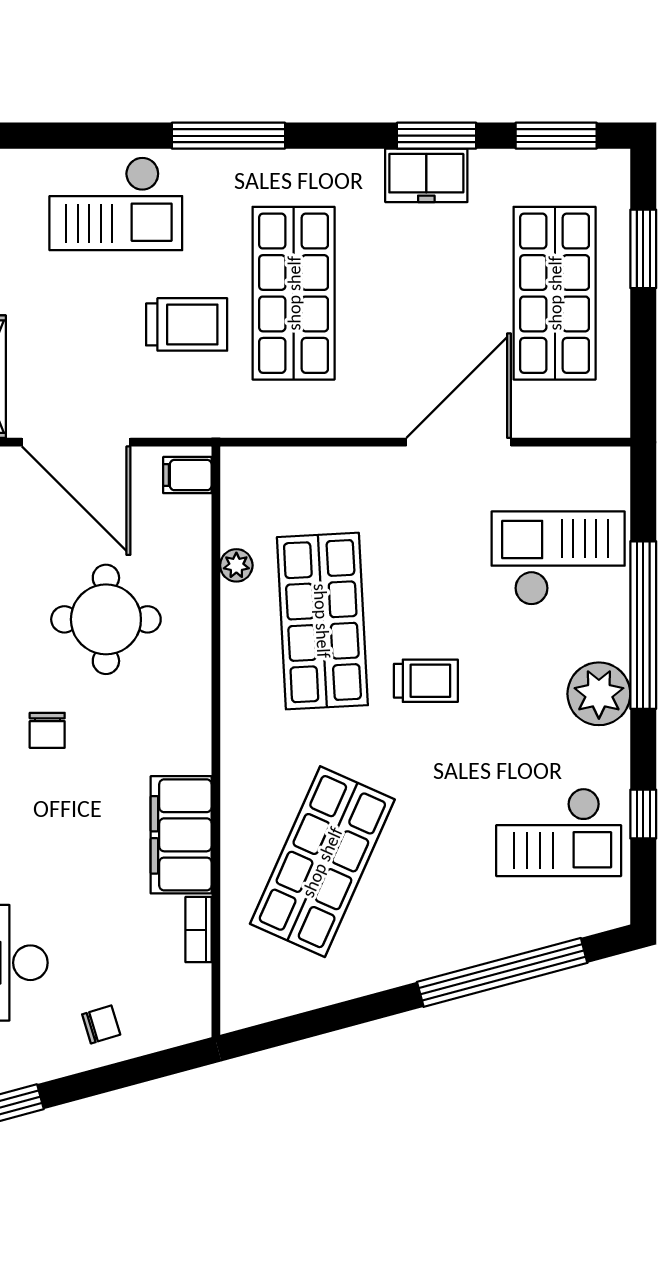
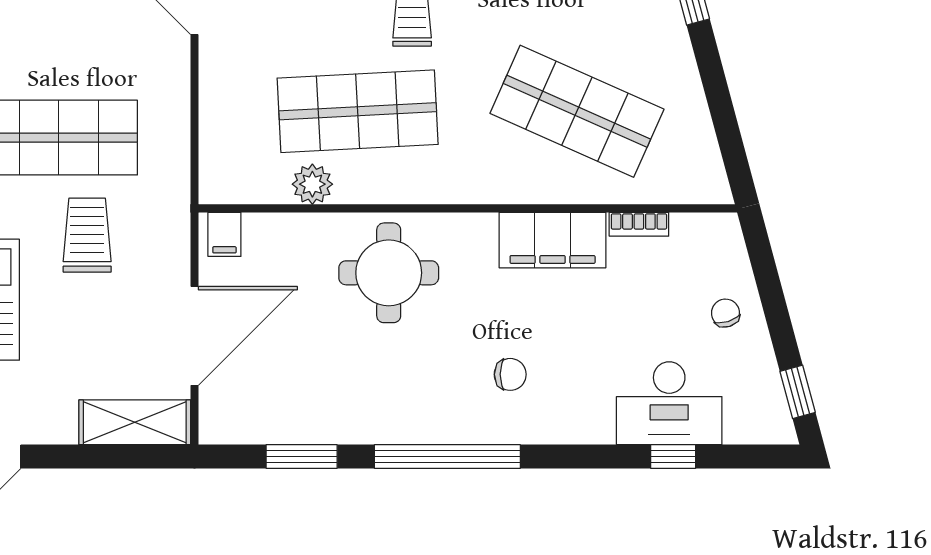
plant: (236, 565) -> (312, 184), width x1.38, depth x1.38
round table: (106, 619) -> (389, 273), moved
chair: (47, 730) -> (510, 374), moved

